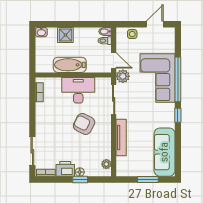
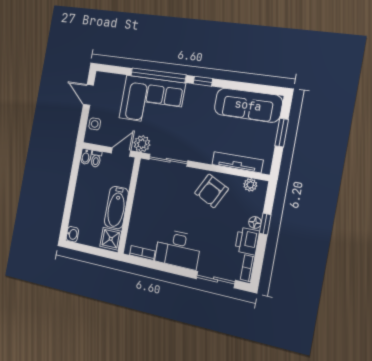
shower: (65, 35) -> (111, 239), moved
desk: (78, 90) -> (178, 249), moved, turned -90
armchair: (84, 124) -> (211, 191), moved
tv unit: (121, 138) -> (237, 162), moved

